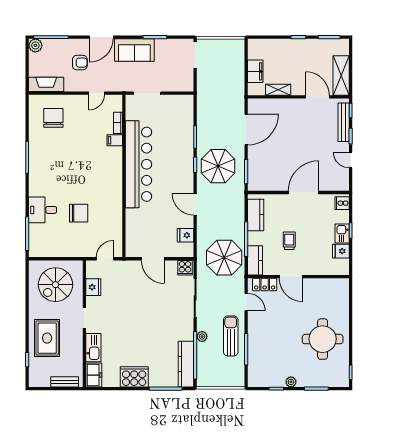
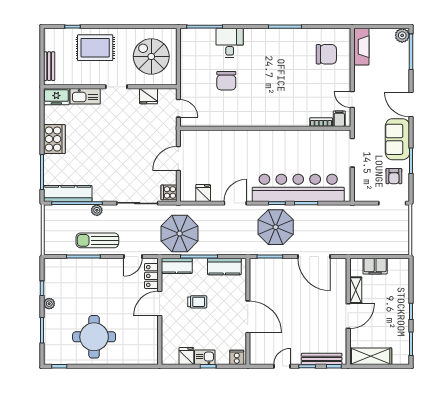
armchair: (80, 63) -> (394, 176), moved
door: (318, 97) -> (348, 316), moved
filing cabinet: (115, 140) -> (339, 119), moved
bar counter: (138, 164) -> (298, 188), moved, turned 180
sun lounger: (231, 336) -> (97, 240), turned 180

